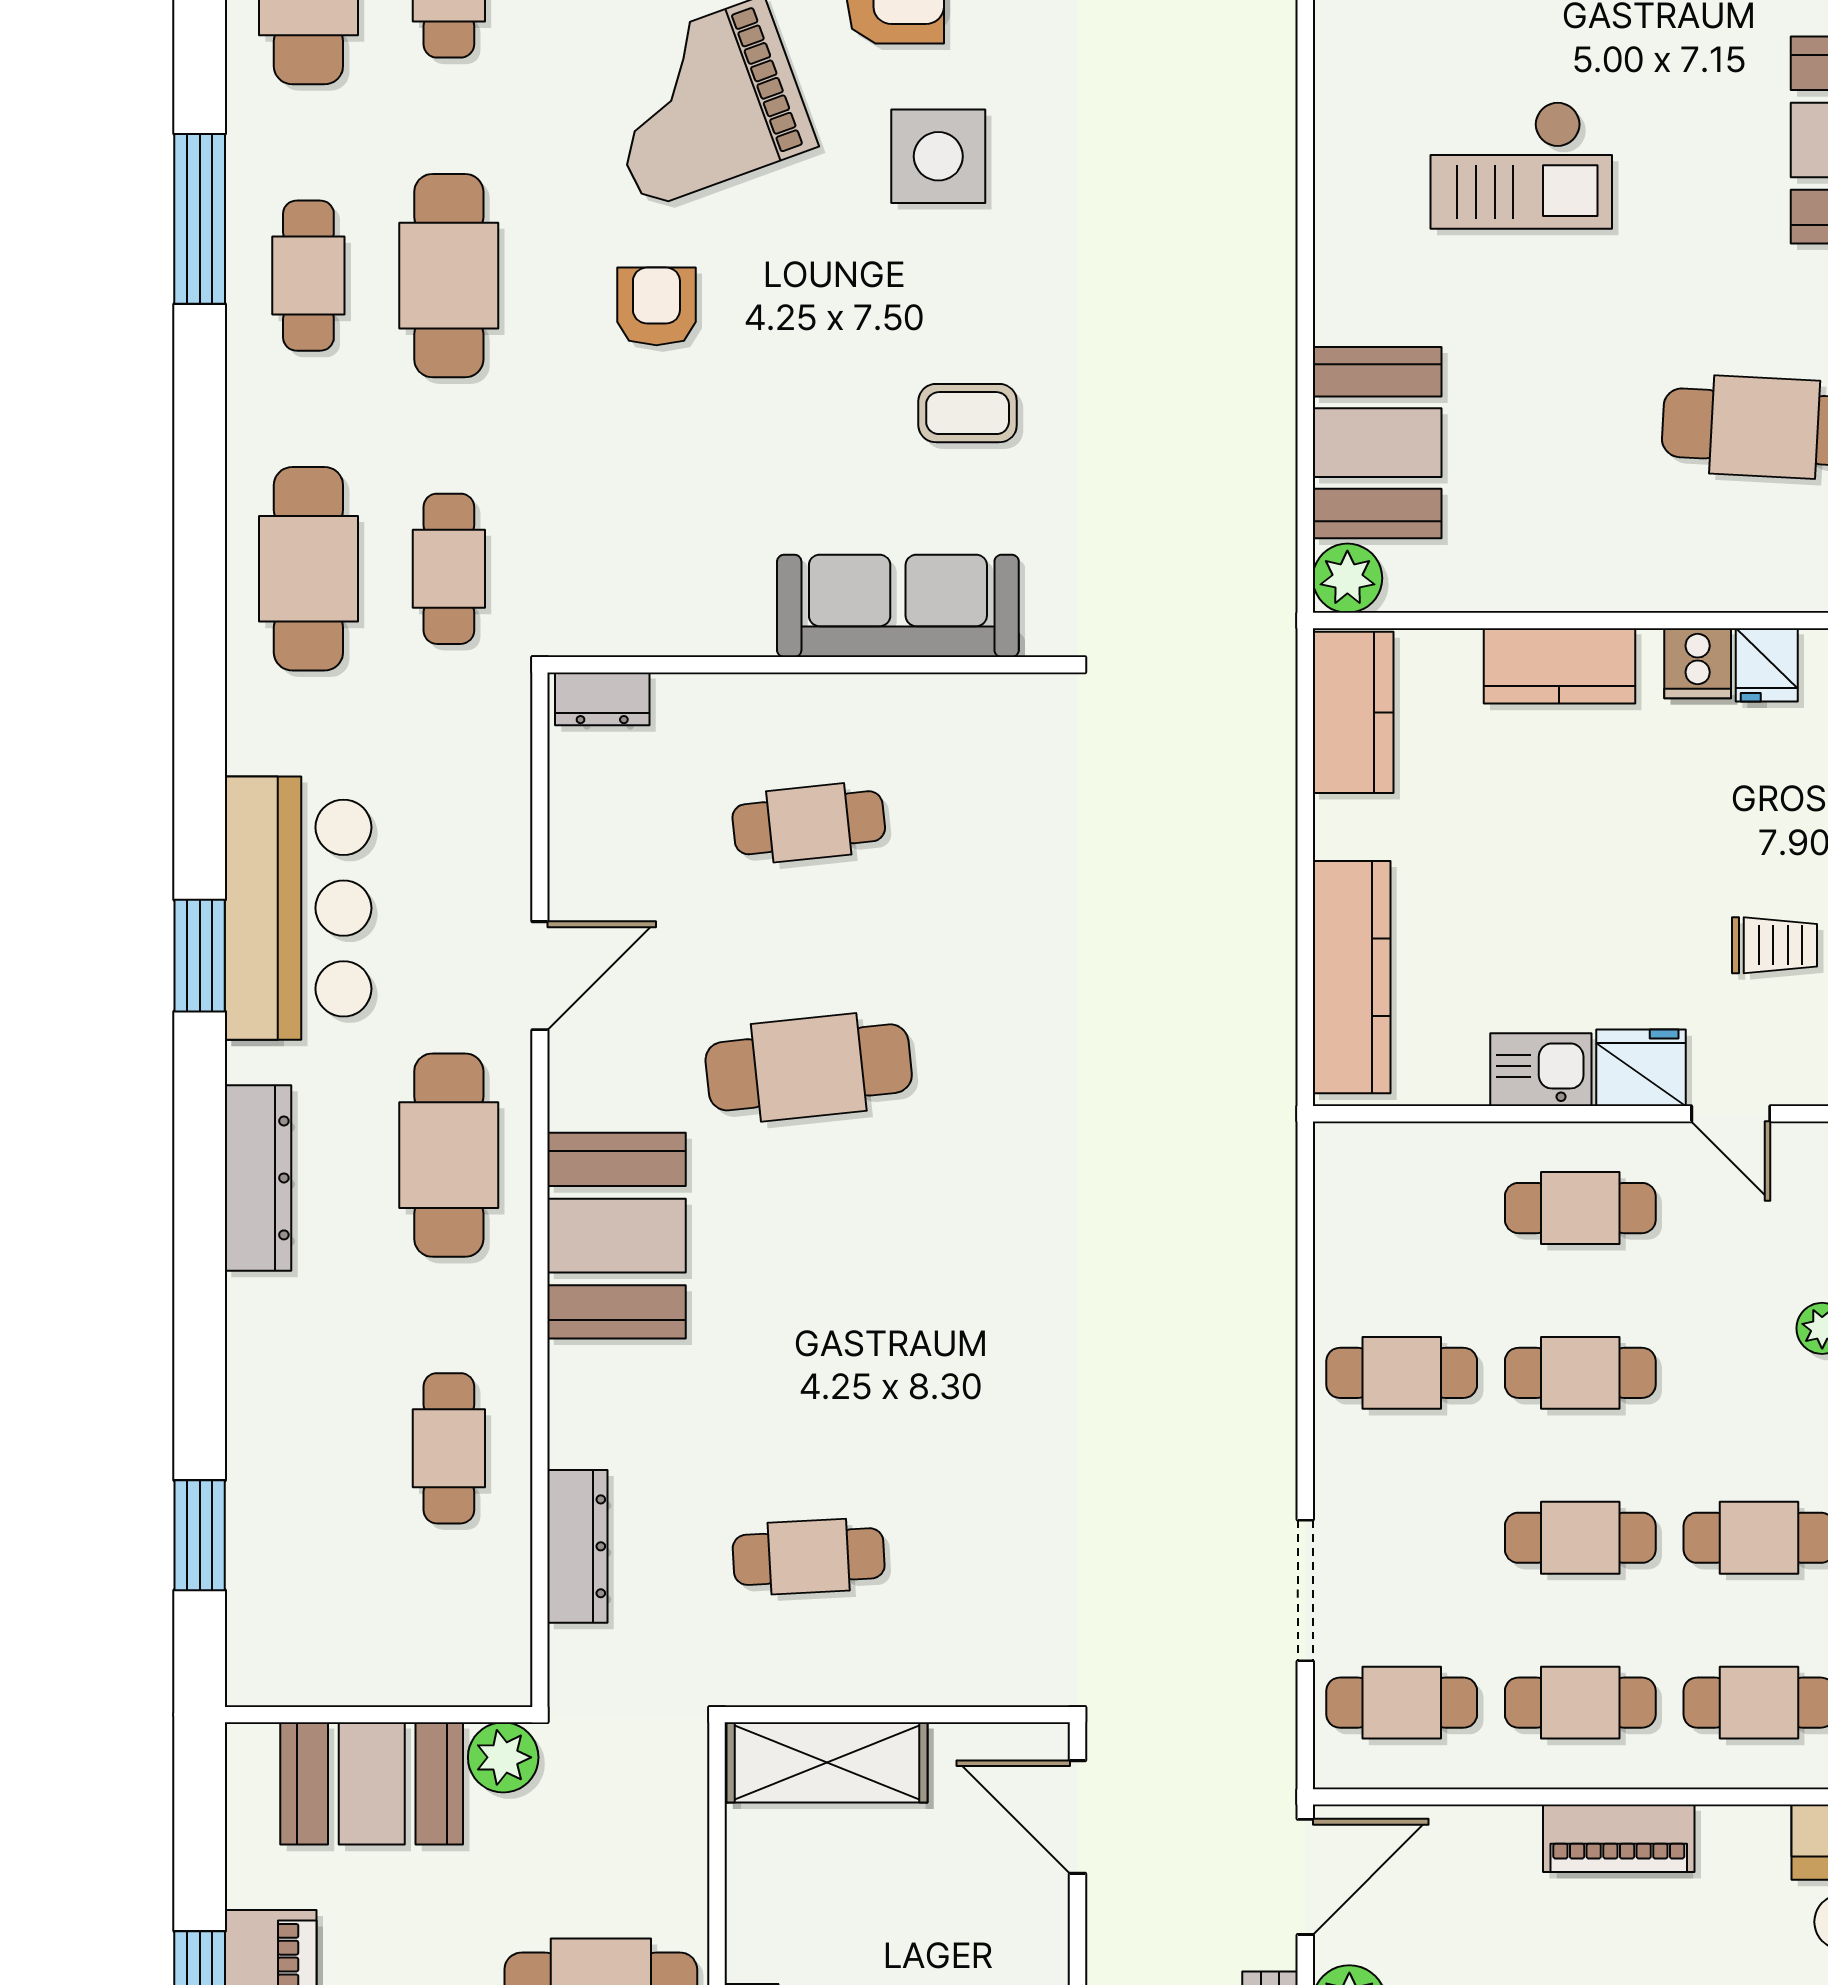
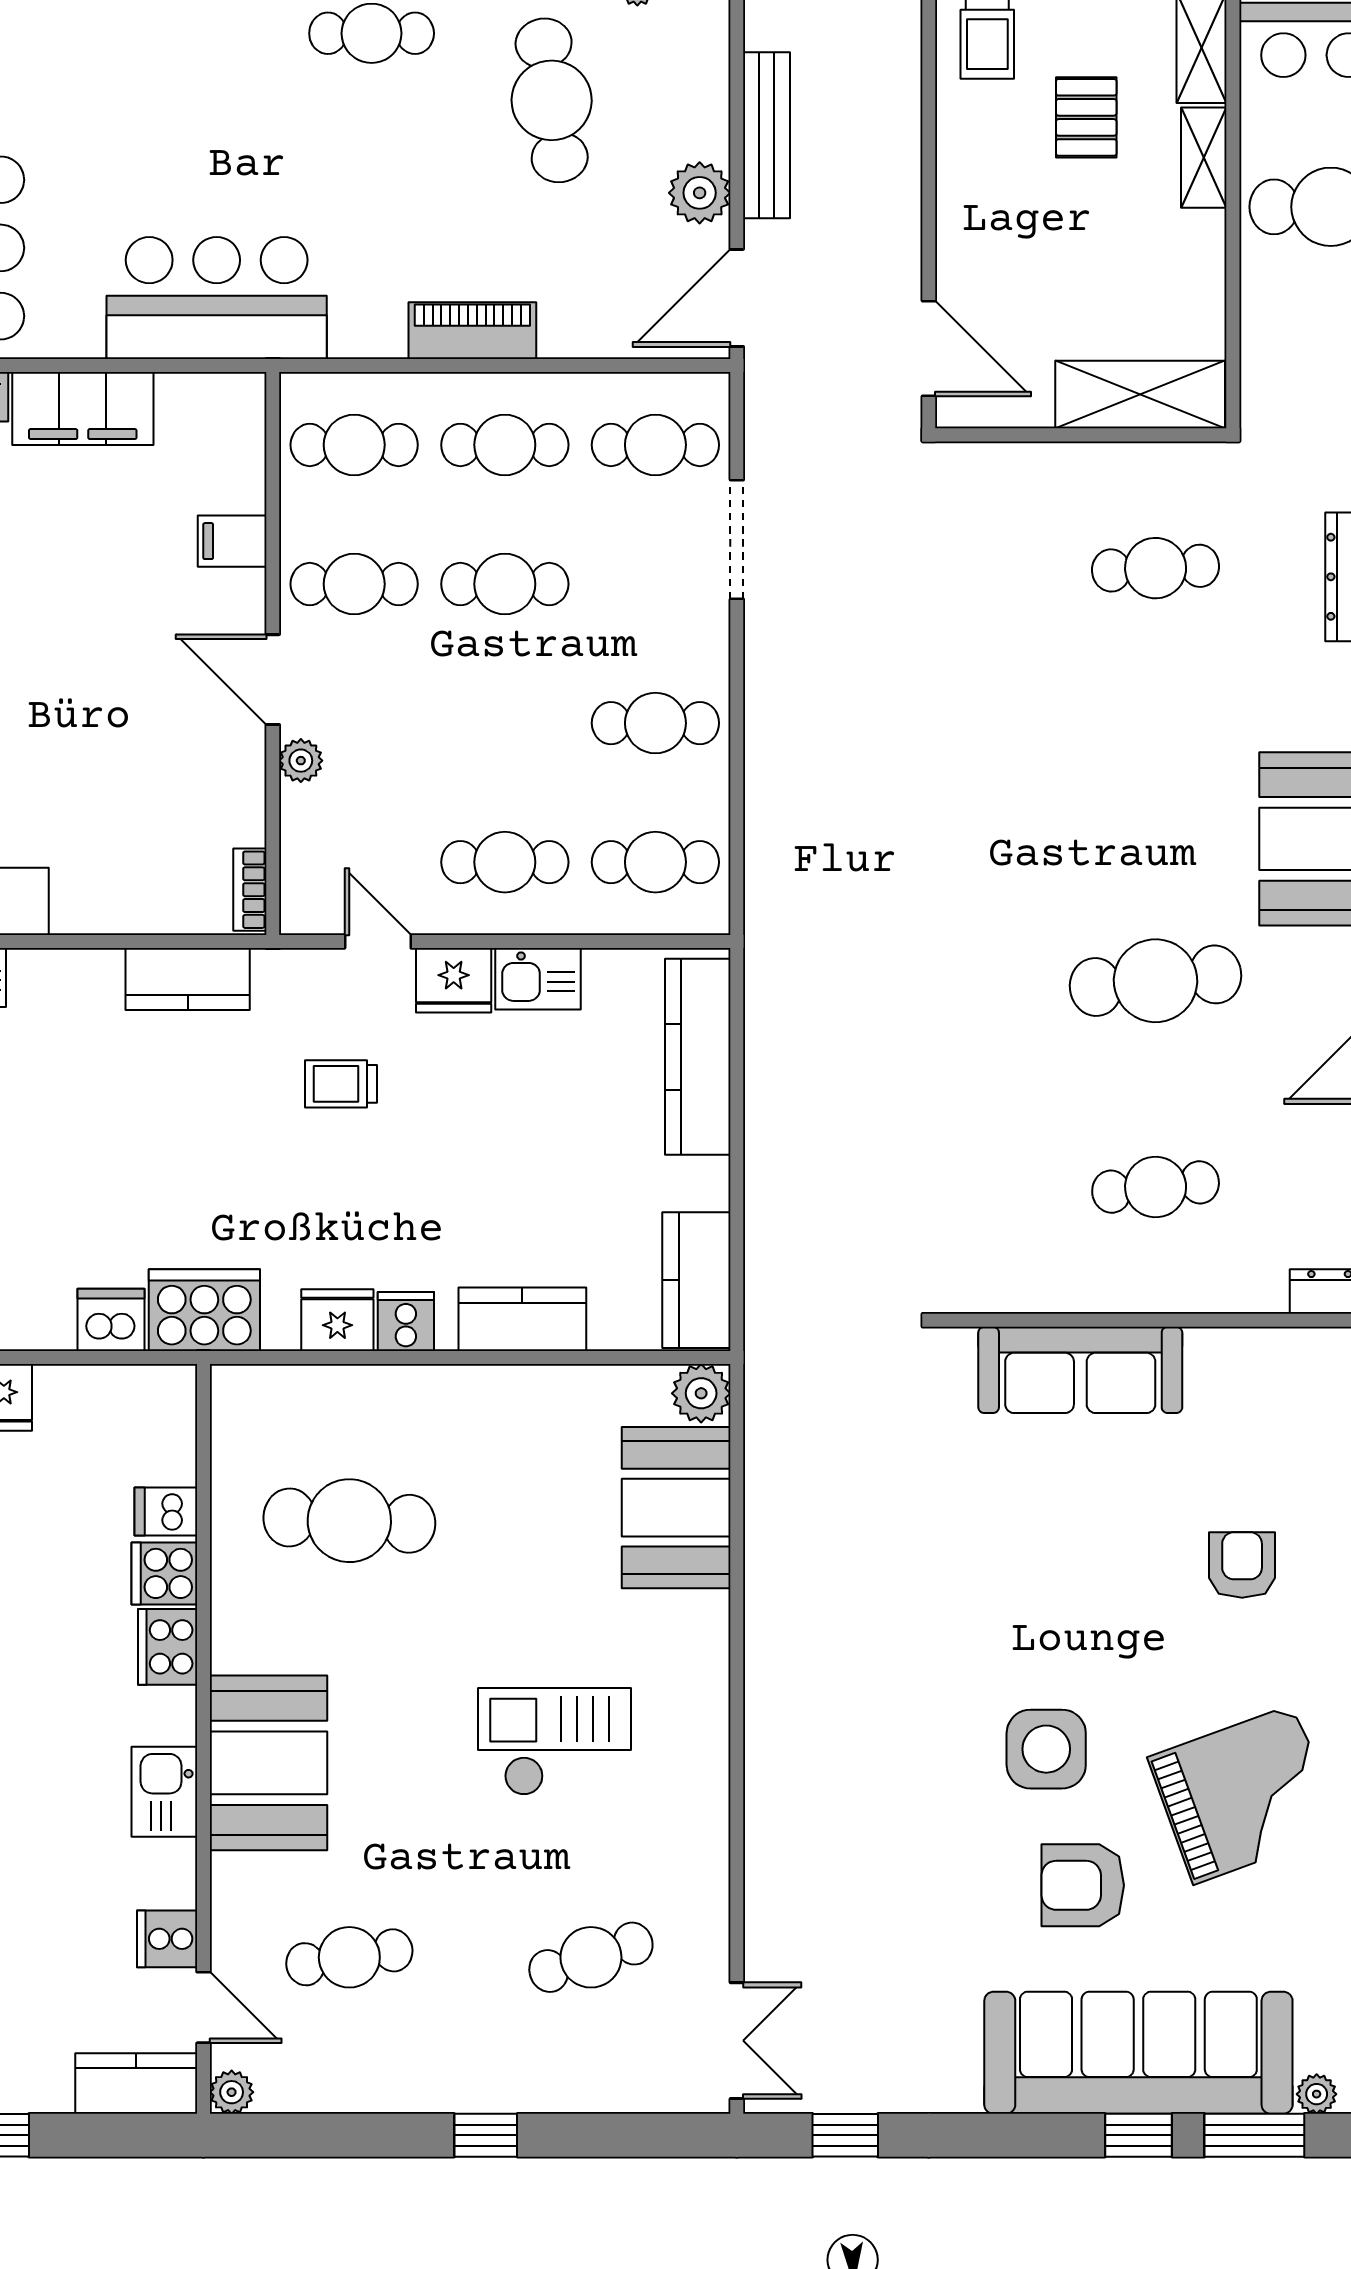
armchair: (656, 306) -> (1242, 1565), moved, turned 180
coffee table: (968, 413) -> (1022, 1532), removed
fridge: (1767, 665) -> (337, 1320), width x1.38
cafe table: (1580, 1373) -> (655, 862), moved

